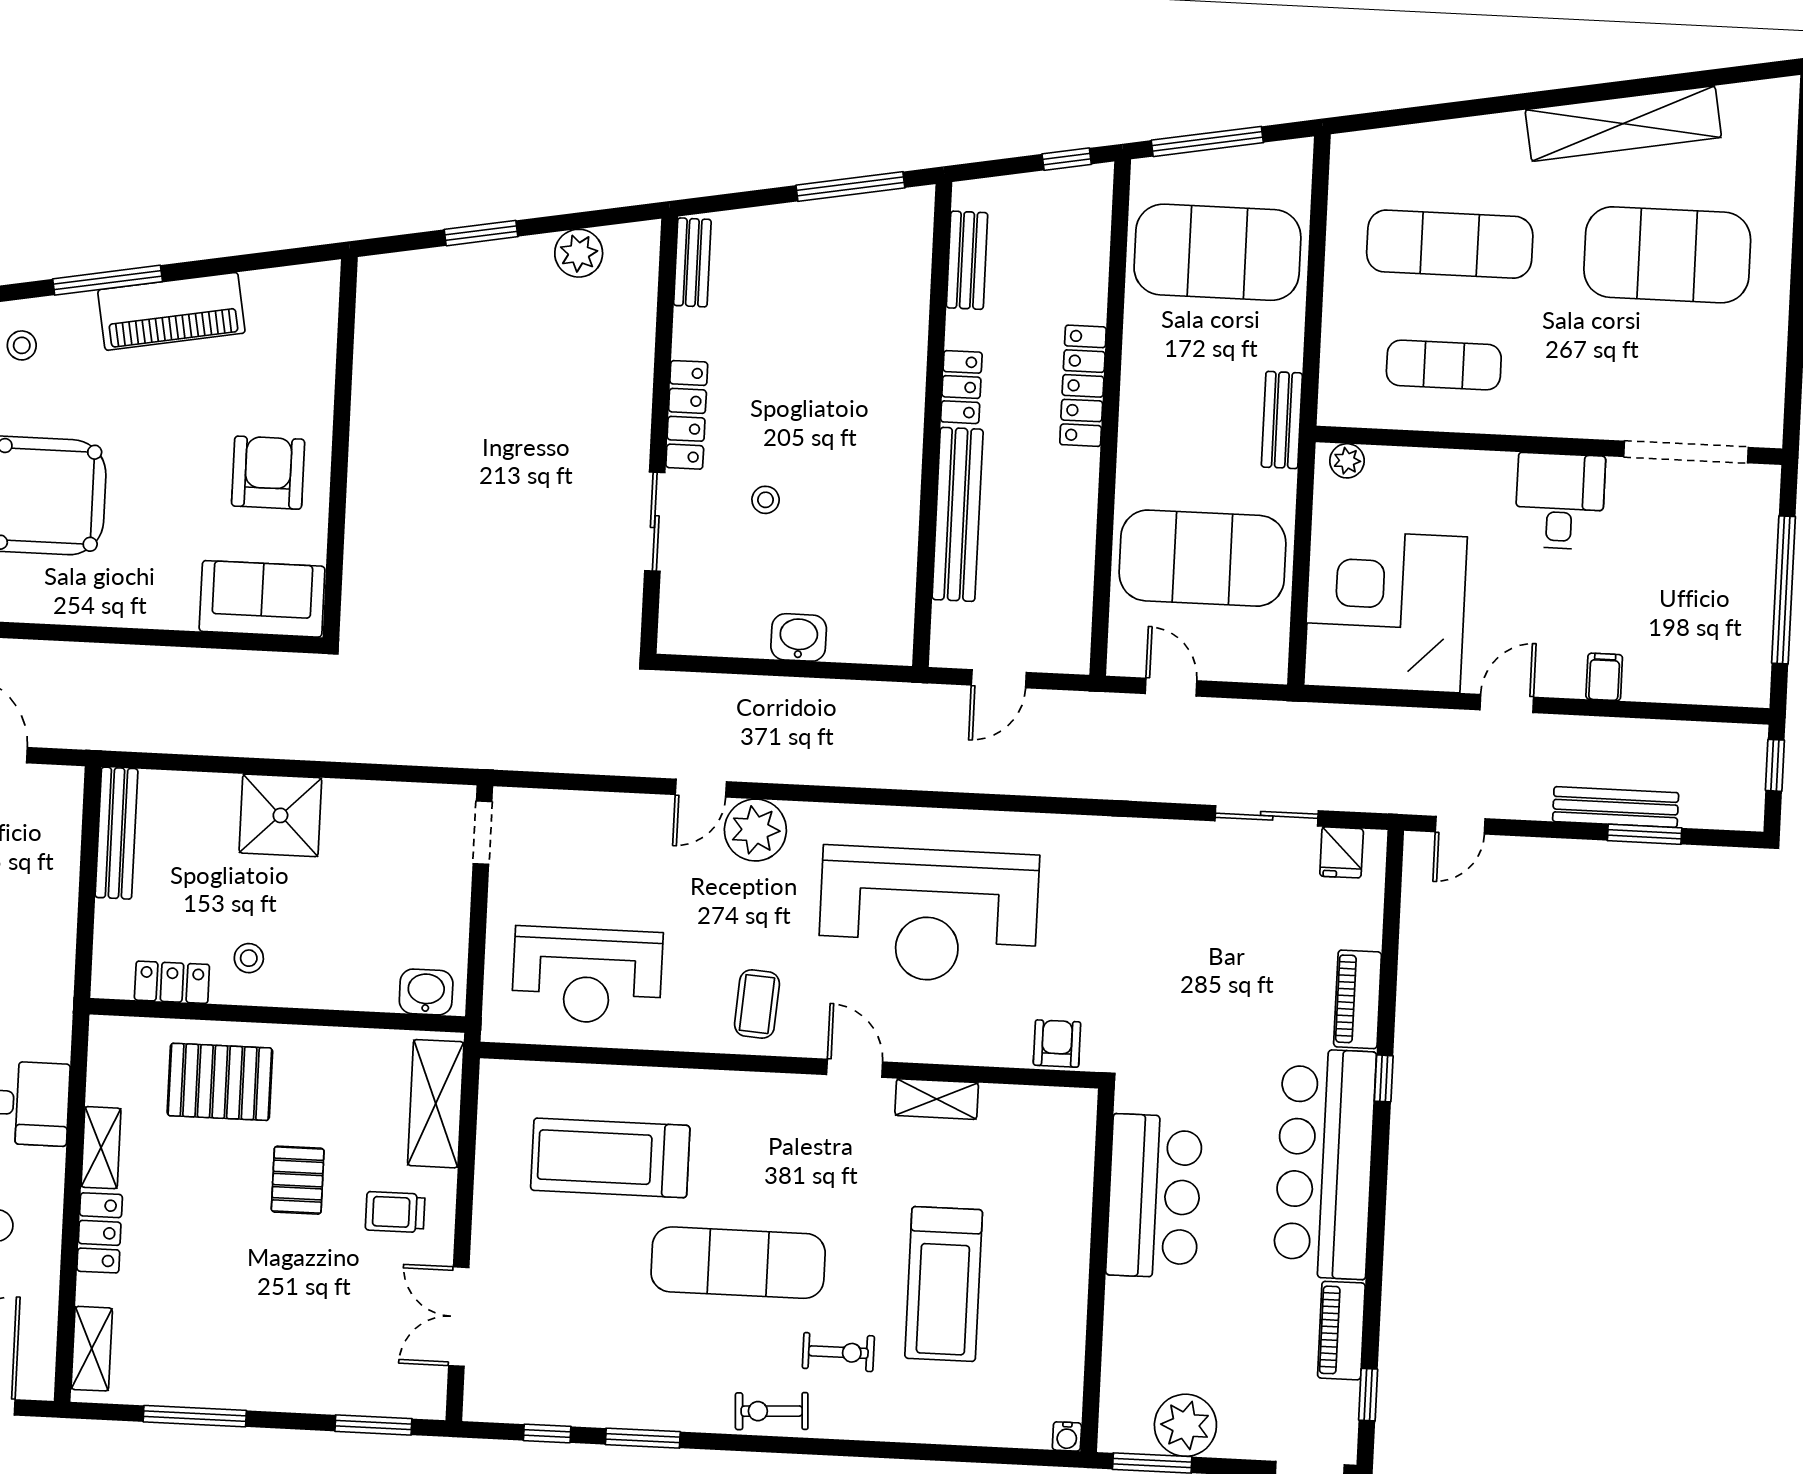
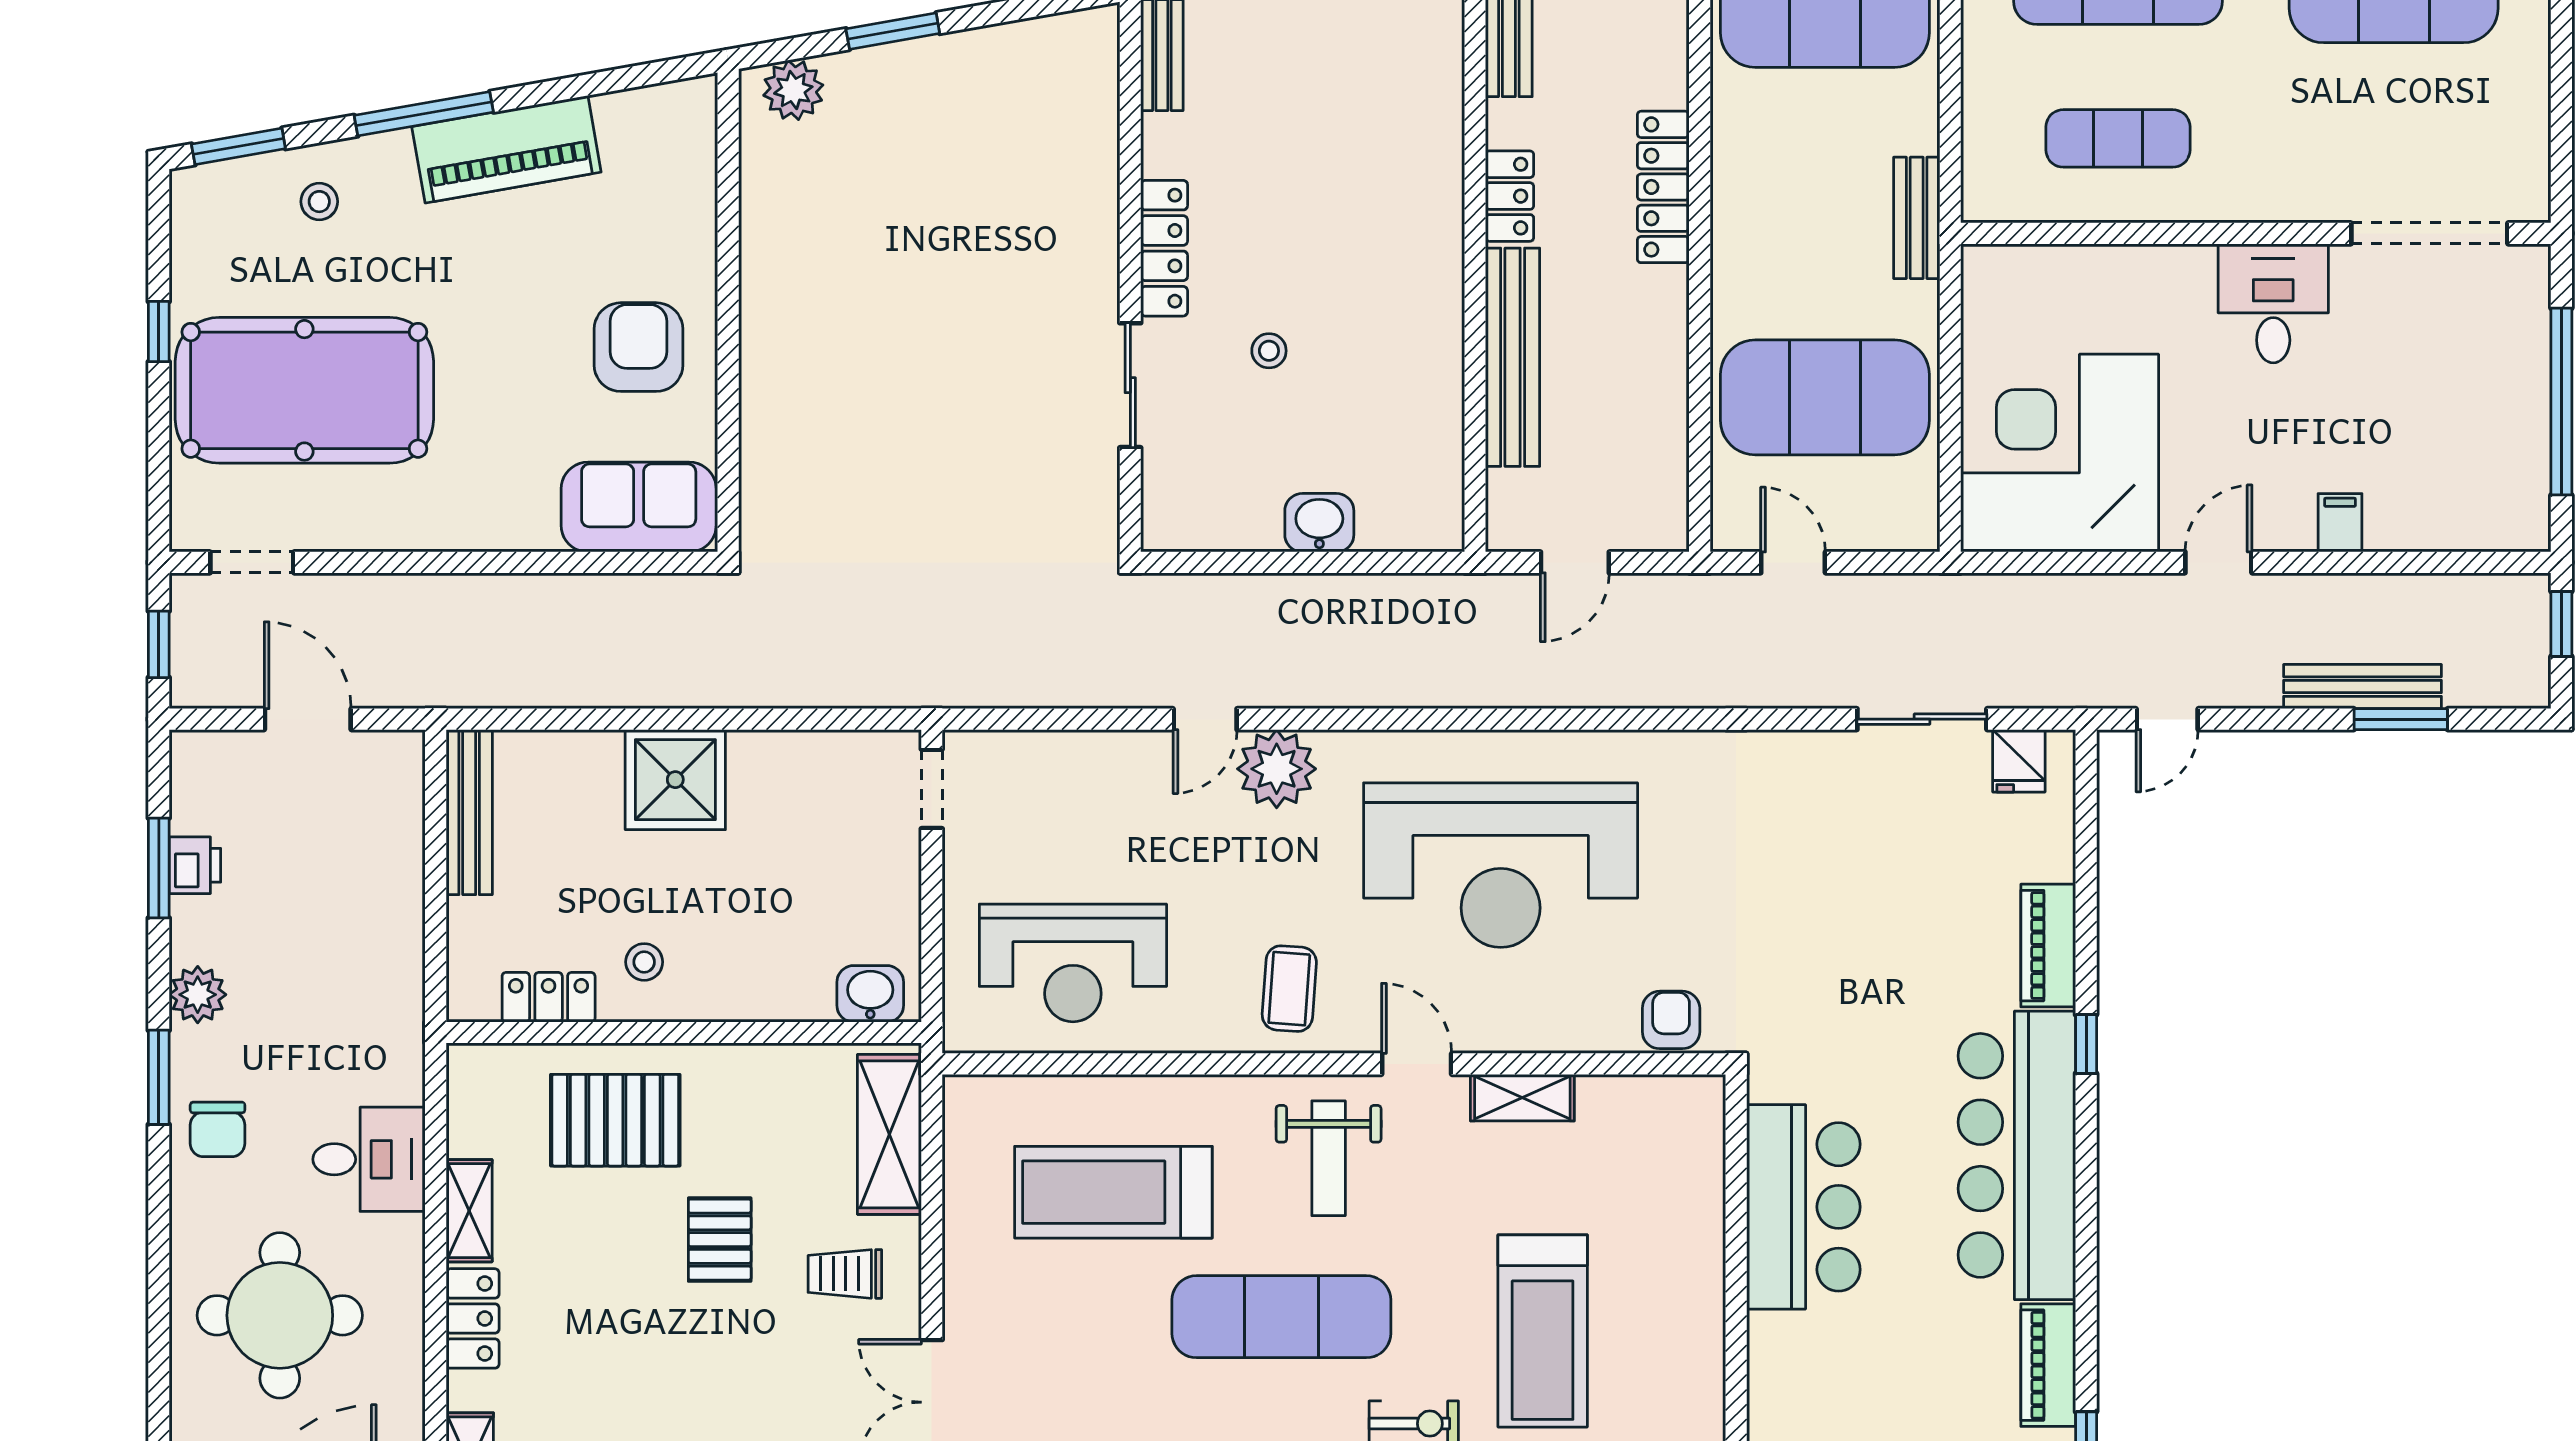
plant: (579, 253) -> (793, 90), moved
plant: (1347, 461) -> (2002, 265), removed
weight bench: (781, 1139) -> (1329, 1158), added

